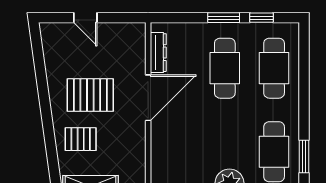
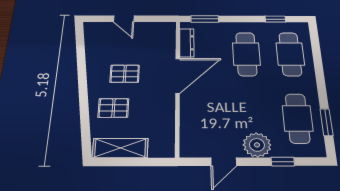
window: (224, 18) -> (205, 19), moved
pallet: (90, 95) -> (125, 74), width x0.67, depth x0.71

